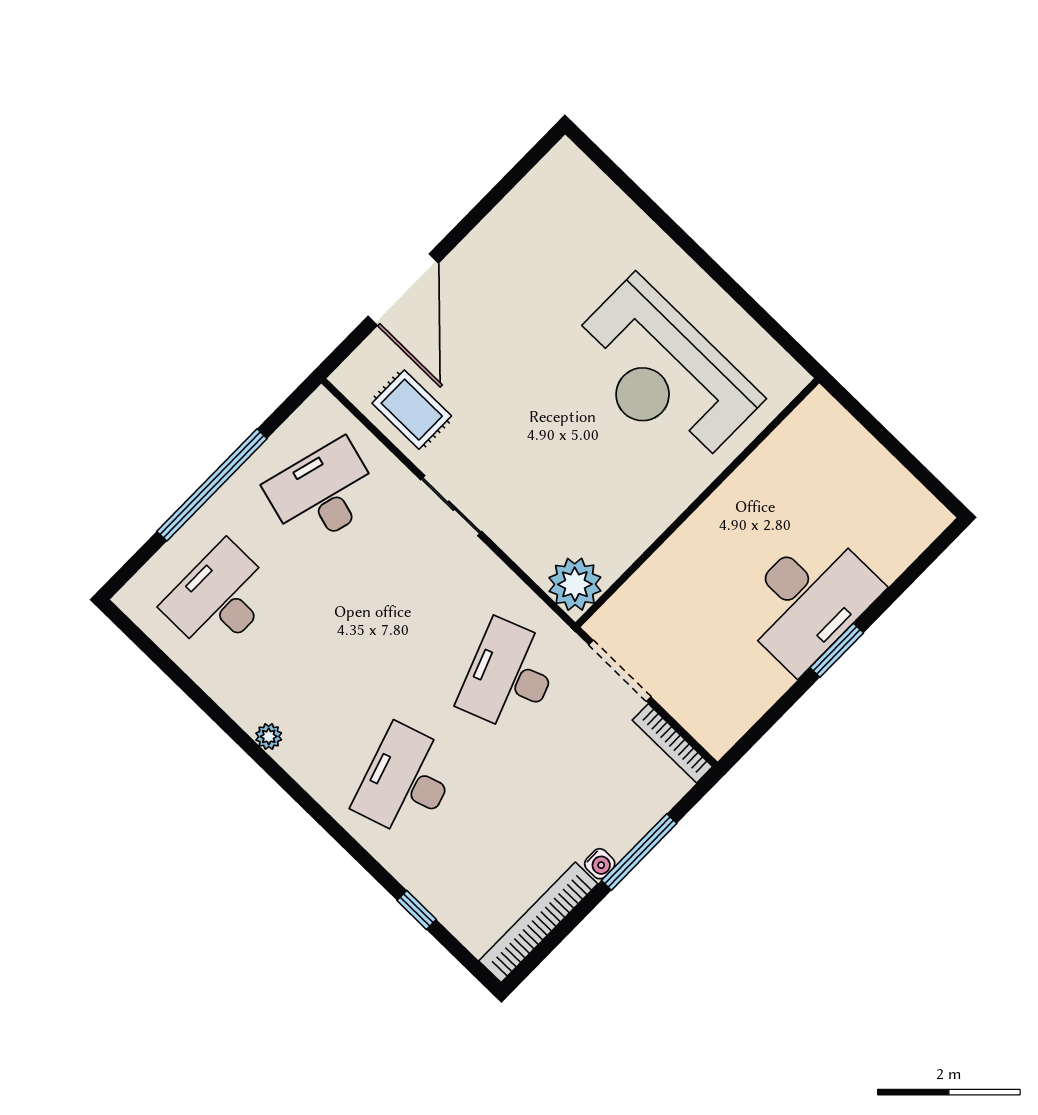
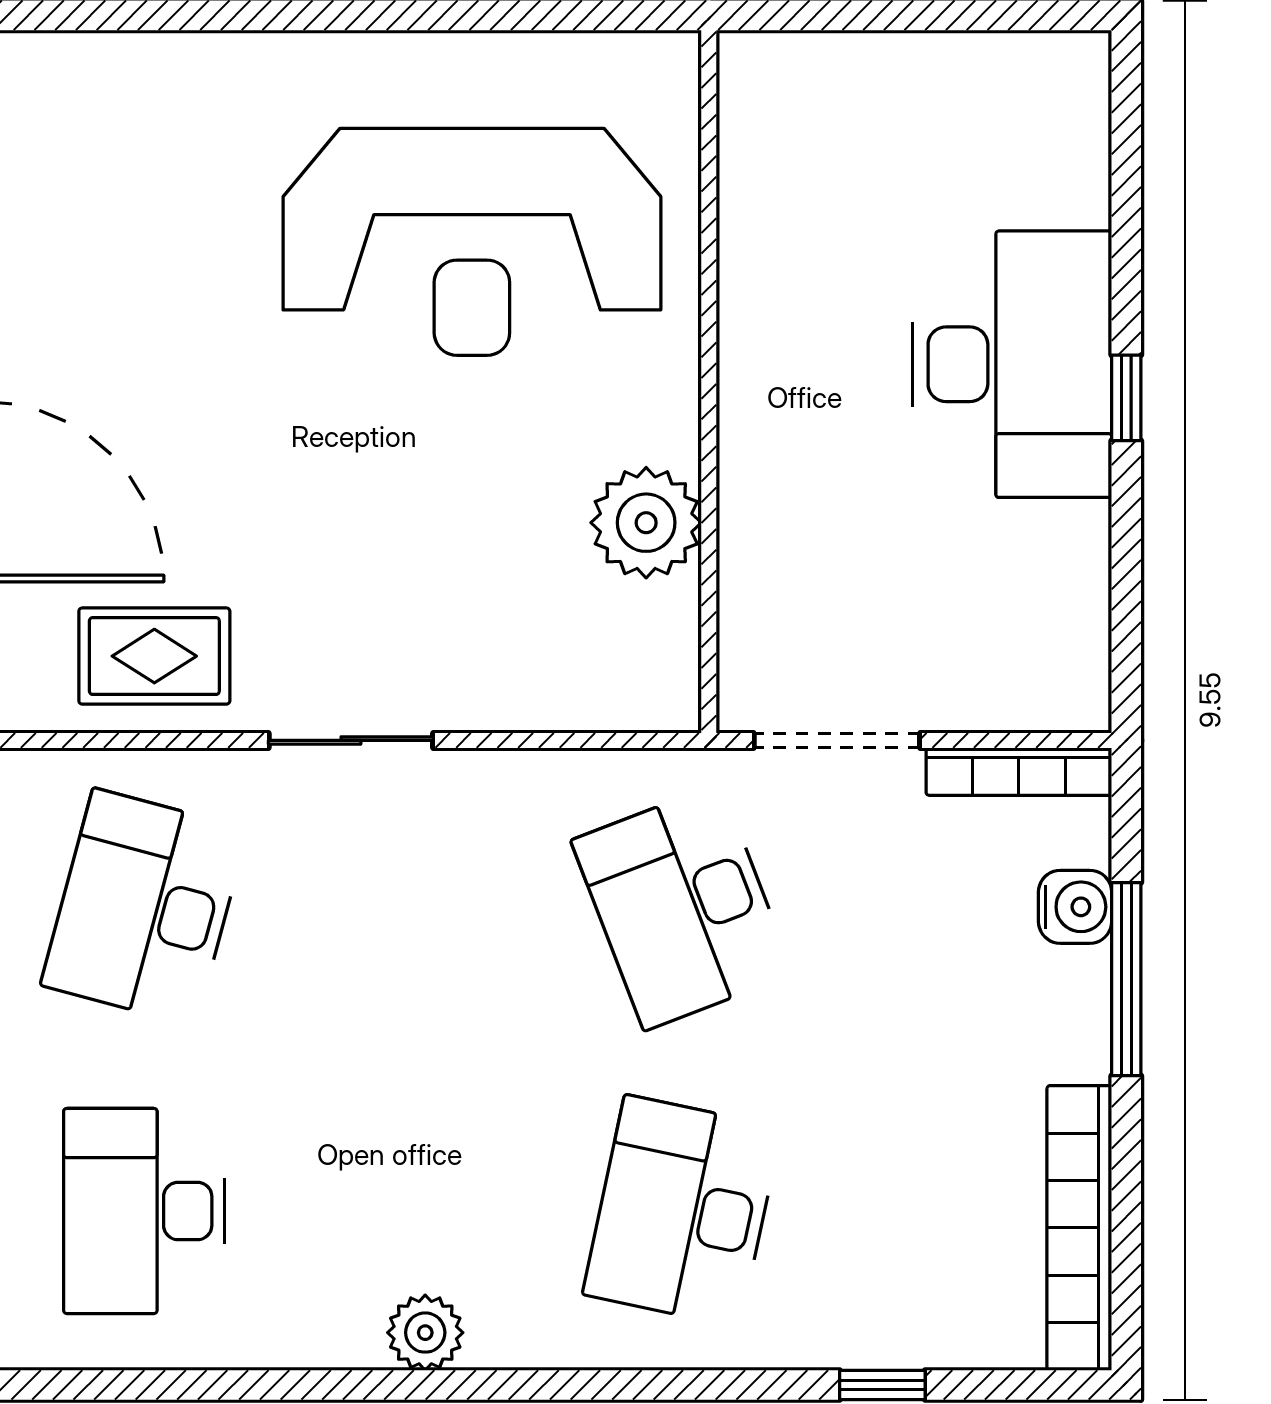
plant: (575, 584) -> (646, 523), moved
window: (837, 650) -> (1126, 398), width x0.67
plant: (269, 736) -> (425, 1333), width x1.38, depth x1.38
desk: (406, 782) -> (682, 1211), turned 30
water cooler: (600, 864) -> (1075, 907), moved, width x1.38, depth x1.38

